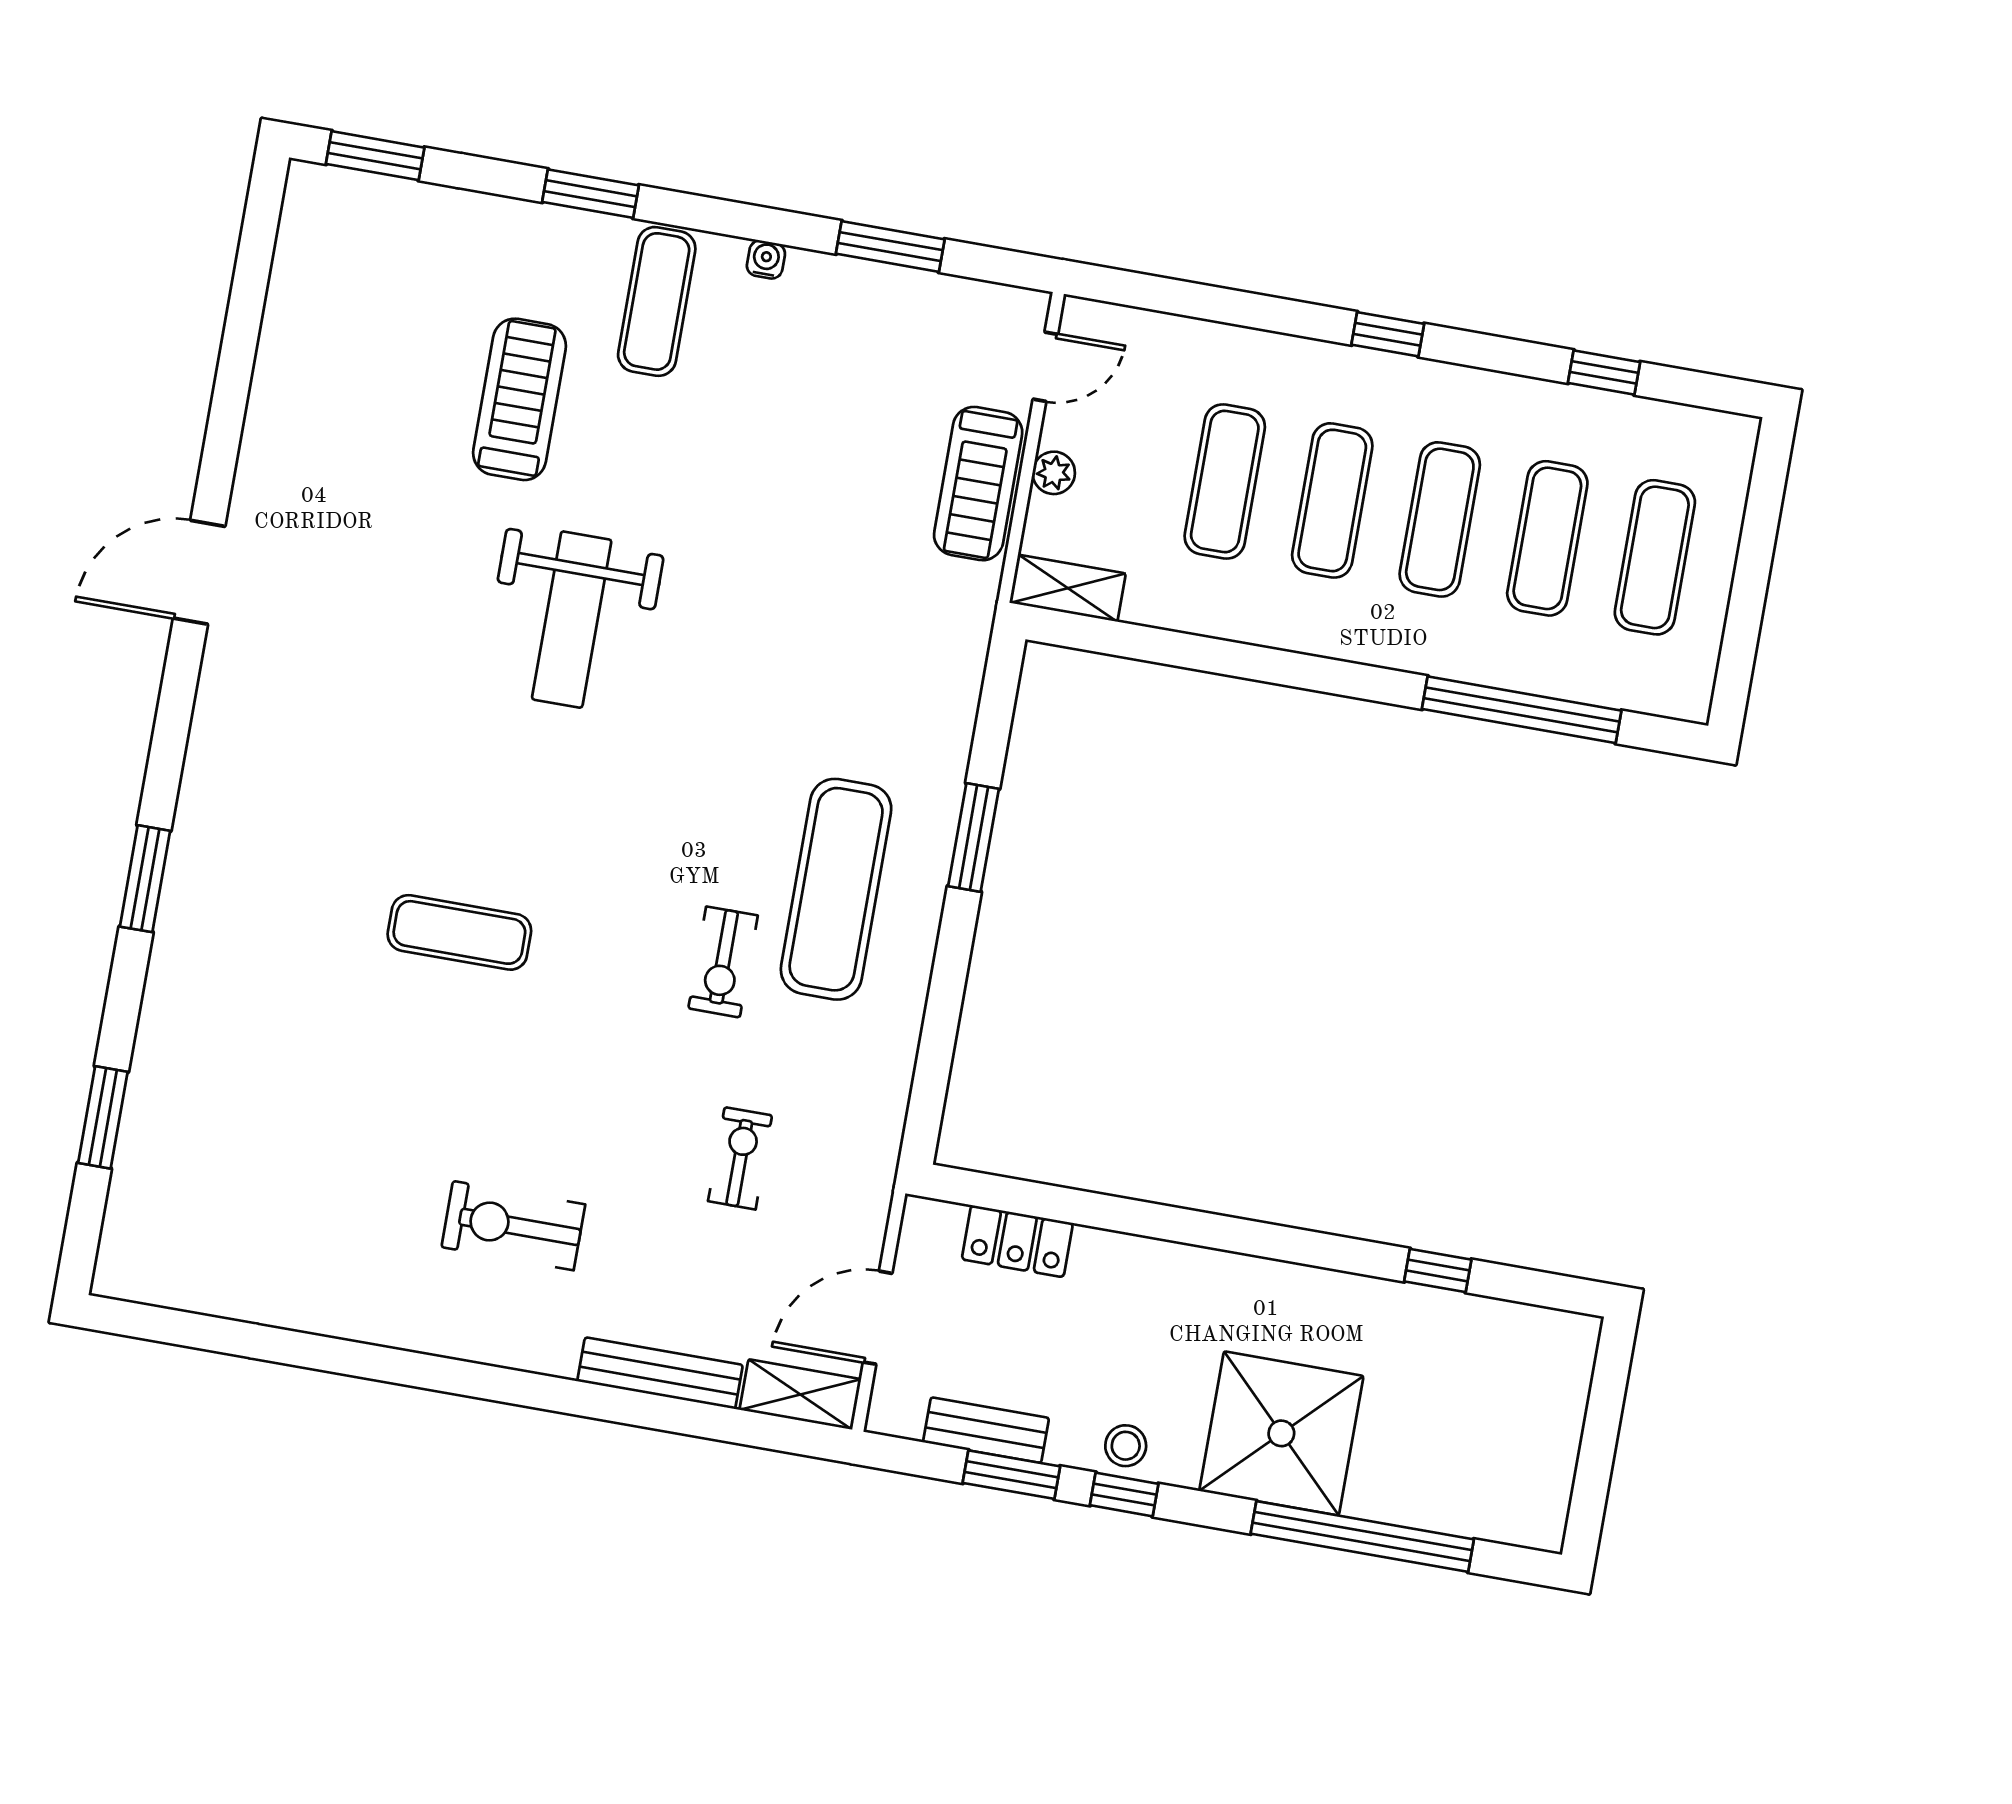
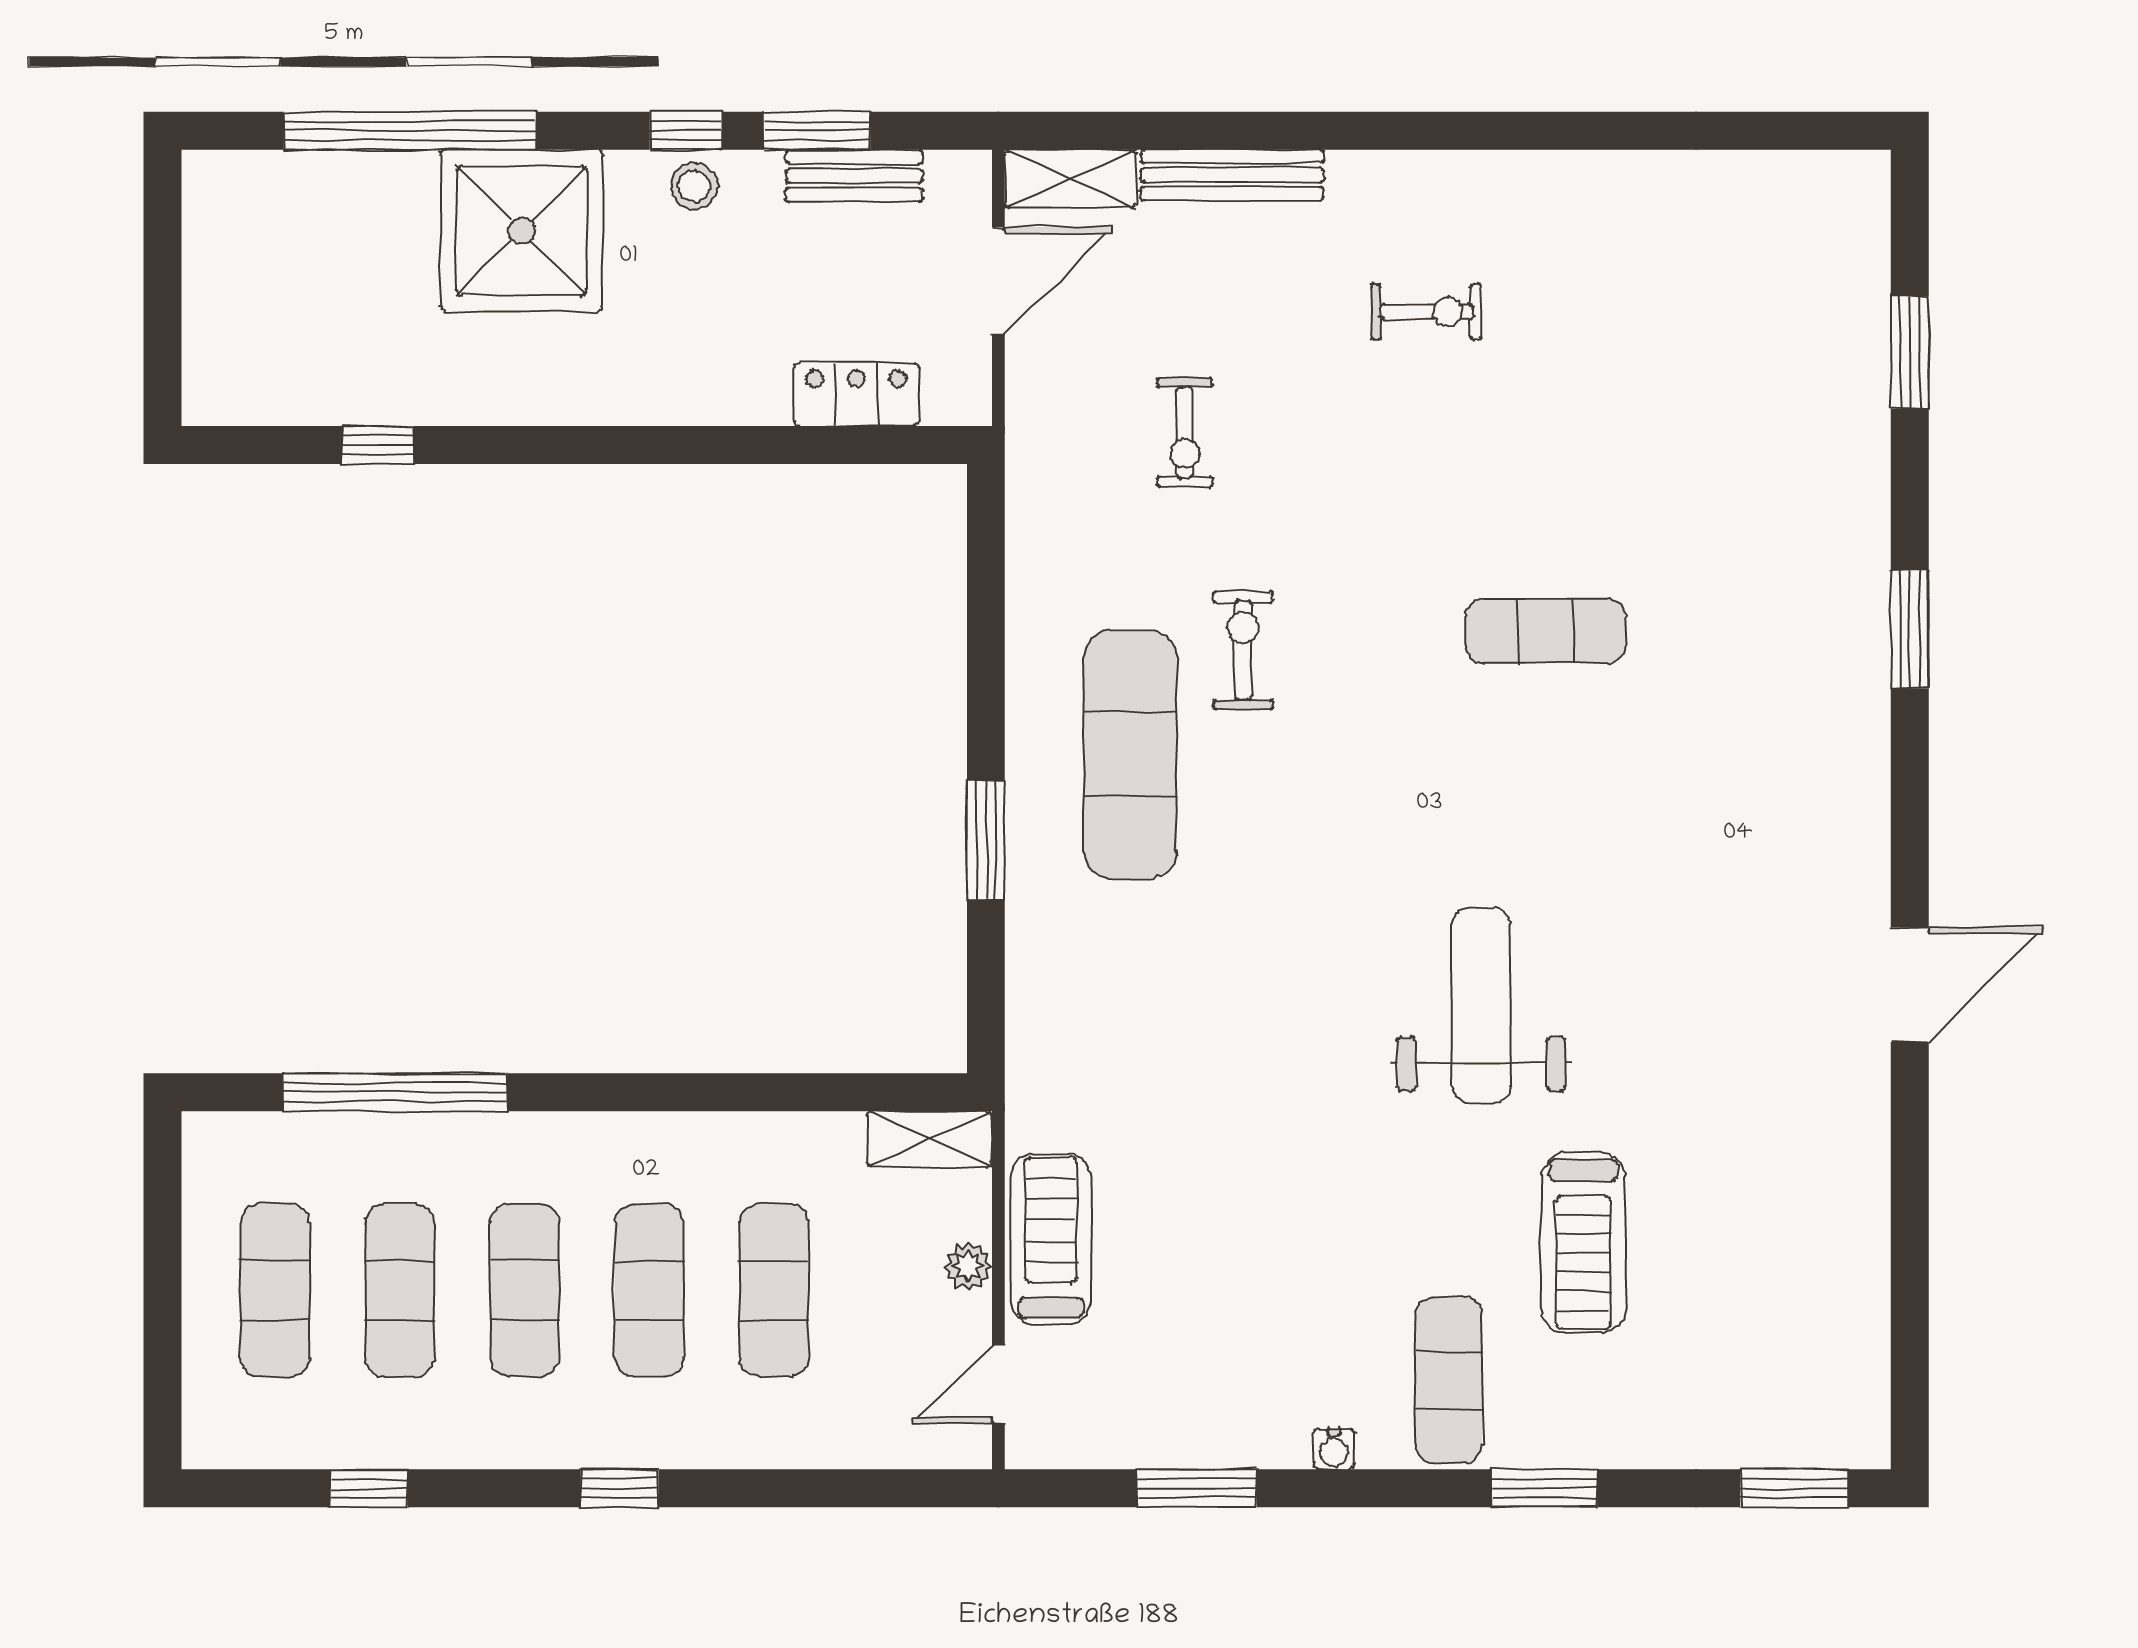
exercise bike: (513, 1226) -> (1427, 312), width x0.73, depth x0.72

